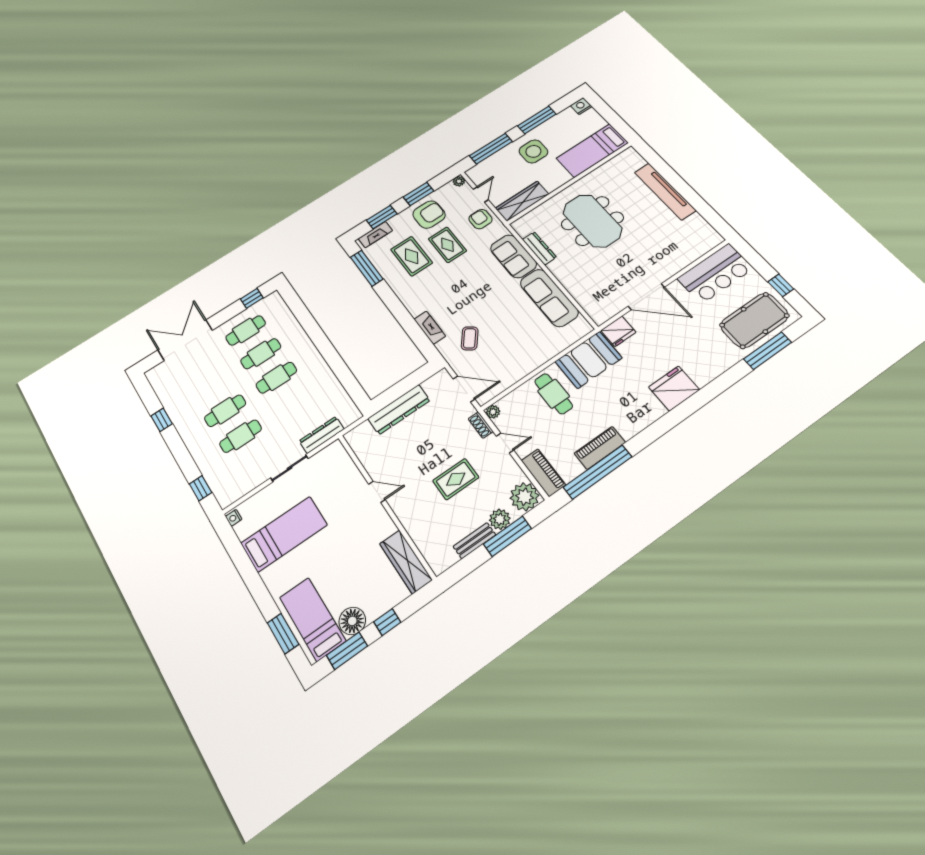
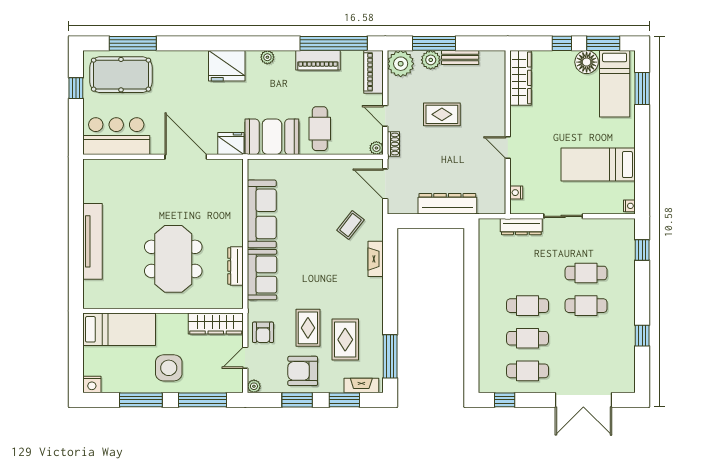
plant: (645, 420) -> (267, 57), added
nightstand: (344, 459) -> (516, 193), added

